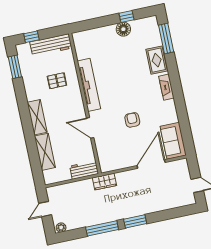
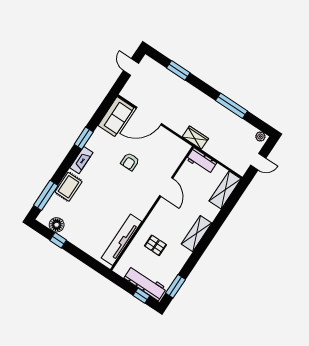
floor lamp: (123, 29) -> (57, 225), moved
workbench: (51, 45) -> (145, 283), moved
tv unit: (89, 85) -> (122, 240), moved
window: (180, 104) -> (84, 138), added
shelving: (45, 152) -> (225, 190), moved
window: (135, 221) -> (178, 70), moved

